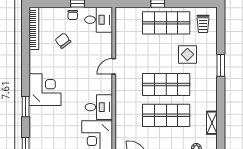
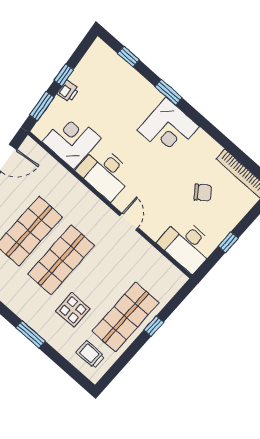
chair: (73, 15) -> (221, 226), removed
desk: (99, 20) -> (187, 245), width x1.37
desk: (99, 107) -> (105, 173), width x1.37

